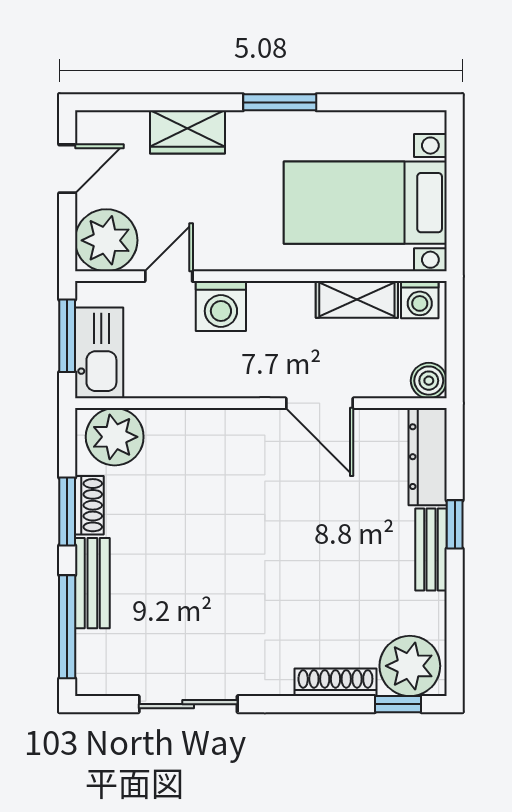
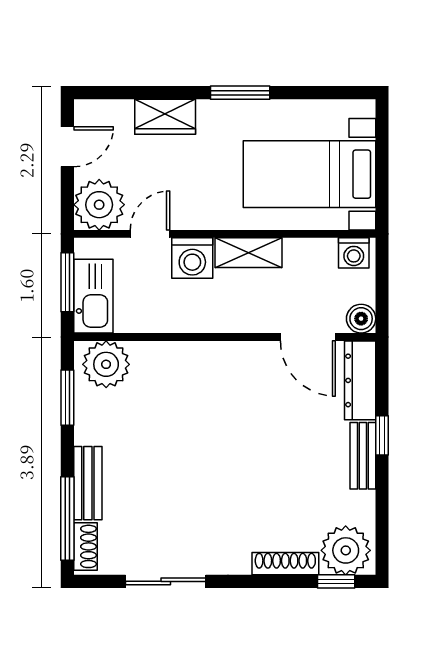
shelving: (357, 299) -> (249, 253), moved
door: (319, 403) -> (308, 337), moved
shoe rack: (89, 505) -> (85, 546), moved
window: (67, 512) -> (67, 398), moved

